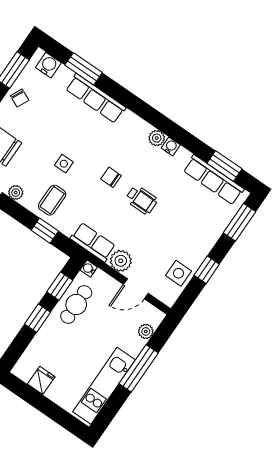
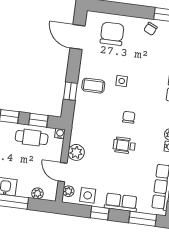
plant: (16, 193) -> (68, 191), moved
wheelchair: (142, 200) -> (124, 145), turned 90
row of seats: (93, 242) -> (121, 202), moved, turned -90

